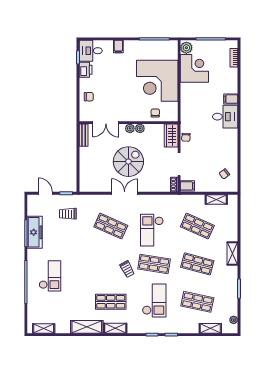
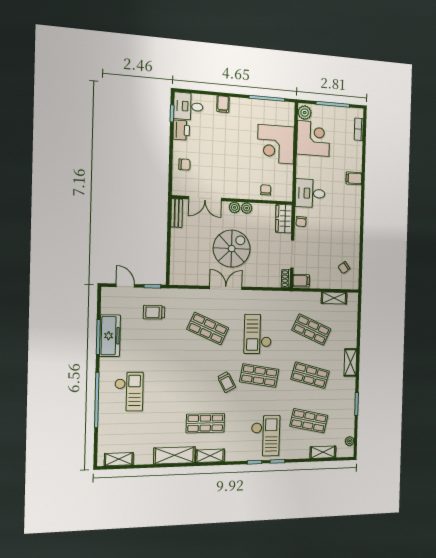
corner desk: (157, 81) -> (276, 144), width x0.74, depth x0.74
desk: (225, 117) -> (310, 193), moved, turned 180
checkout: (154, 300) -> (265, 436), moved

